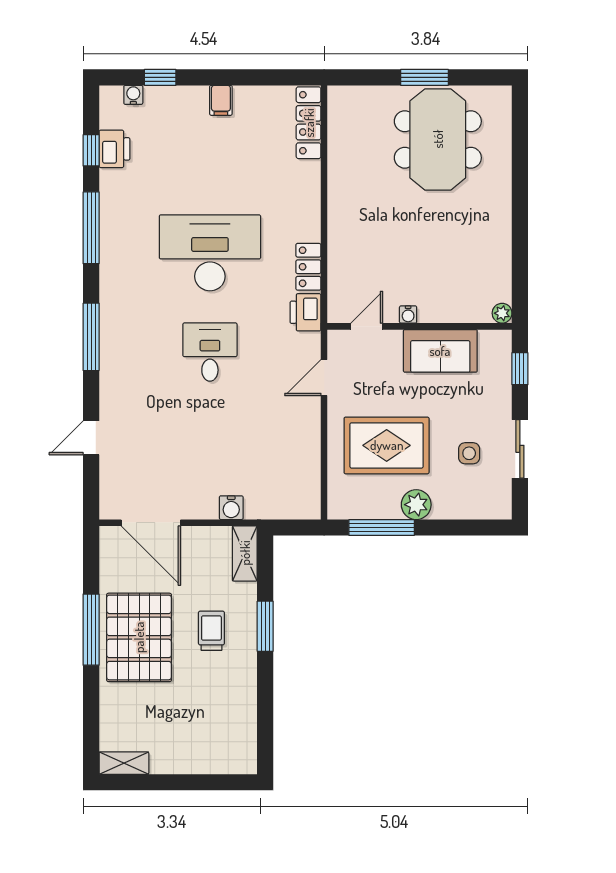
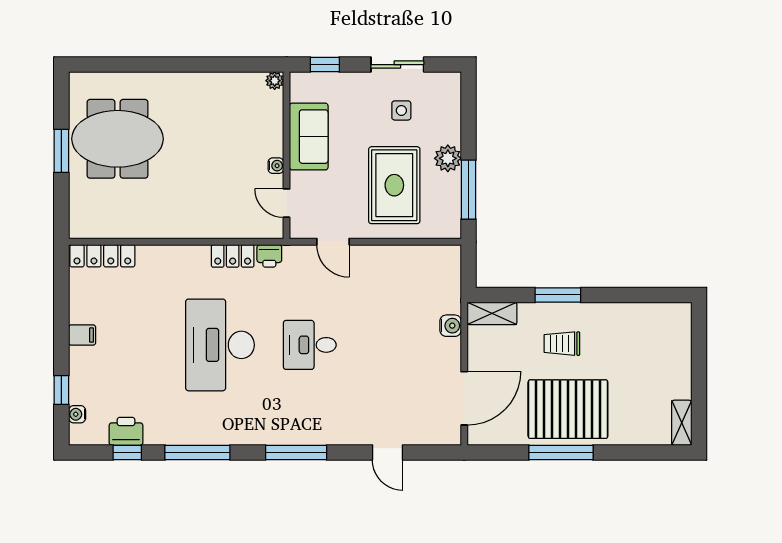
printer: (305, 312) -> (269, 256), width x0.73, depth x0.81

